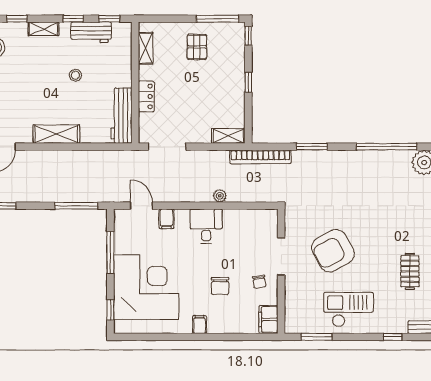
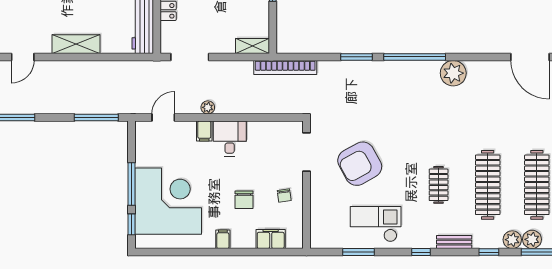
window: (312, 147) -> (356, 57), moved
plant: (220, 196) -> (208, 107), moved
door: (141, 206) -> (163, 118), hinge flipped
filing cabinet: (167, 219) -> (204, 131), moved
window: (110, 253) -> (132, 184), moved
doorway: (281, 256) -> (306, 152), moved
filing cabinet: (268, 320) -> (271, 239), moved, turned 90
window: (317, 337) -> (358, 252), moved

